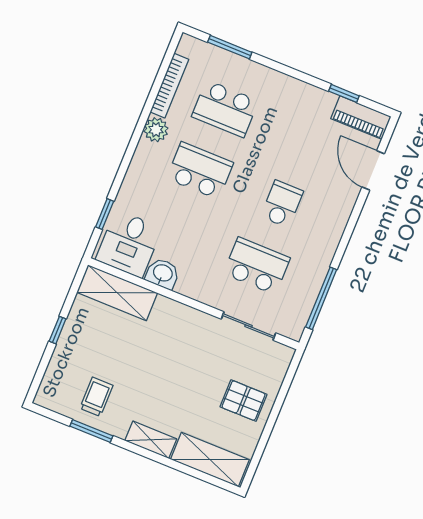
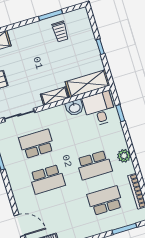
plant: (156, 130) -> (124, 156), moved
school desk: (282, 204) -> (47, 179), width x1.85
school desk: (257, 266) -> (37, 144), turned 180
shelving: (151, 440) -> (55, 96), moved

